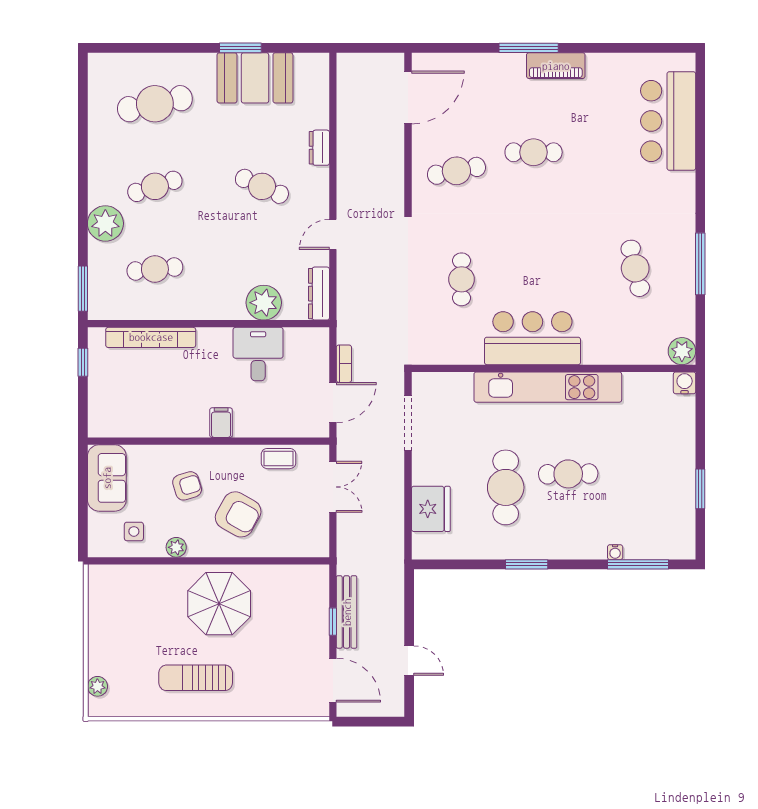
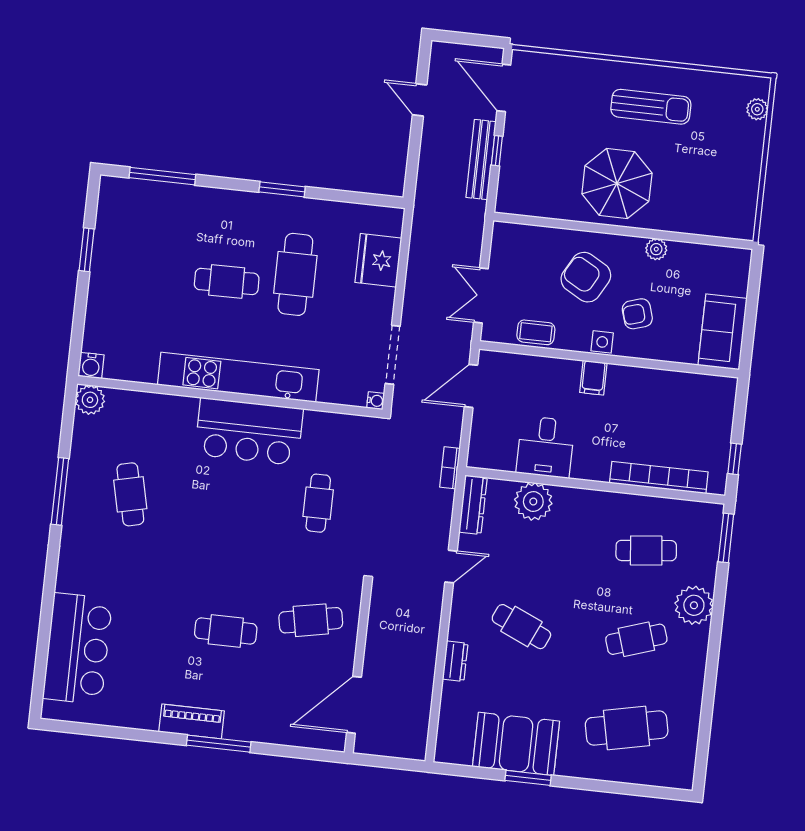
bookcase: (344, 364) -> (450, 468), moved
side table: (134, 531) -> (602, 342), moved
water cooler: (615, 552) -> (376, 401), moved, turned 90

